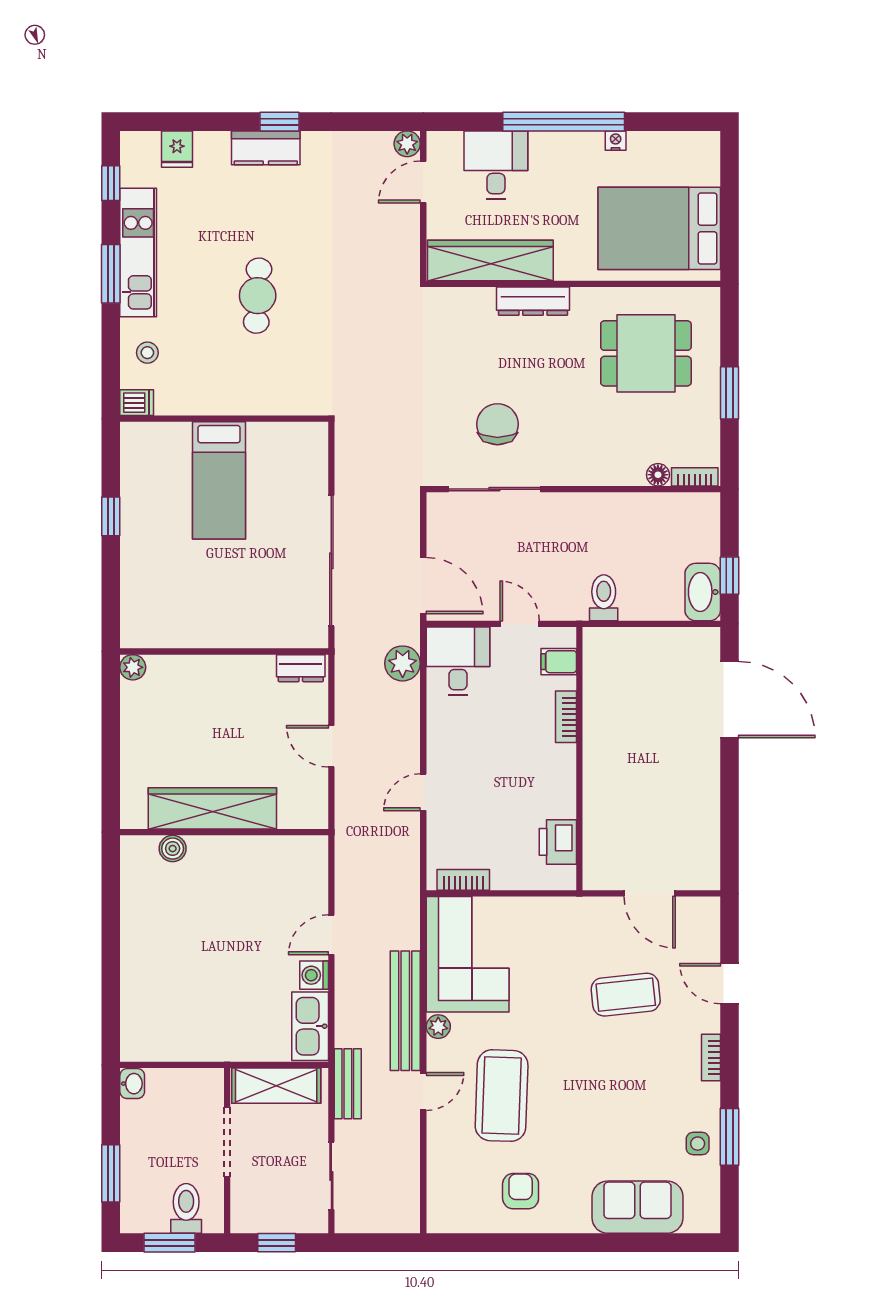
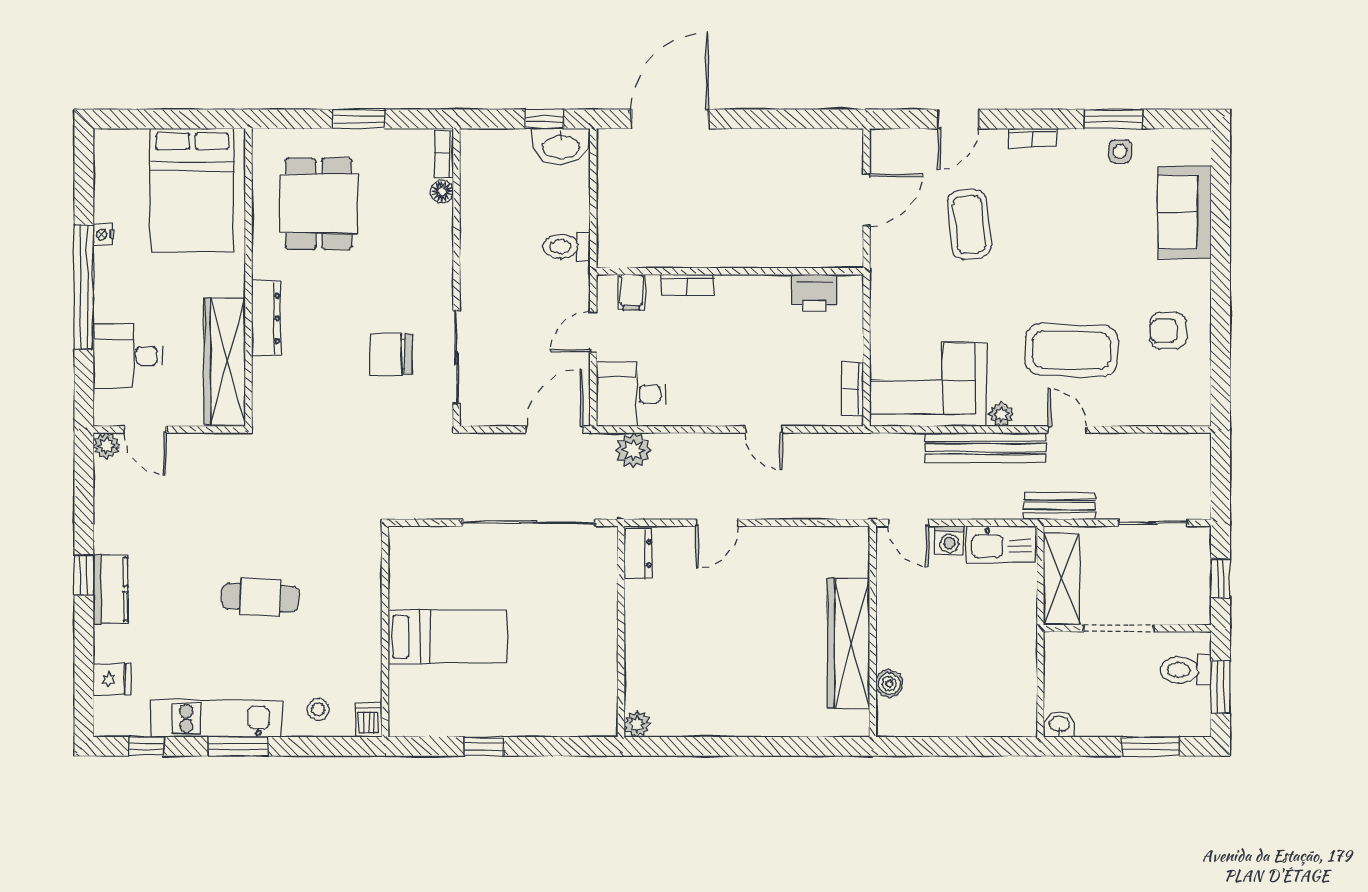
wardrobe: (212, 808) -> (849, 643), moved
wall: (224, 832) -> (873, 631), moved
boiler: (173, 849) -> (889, 684), moved

